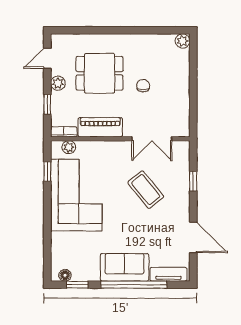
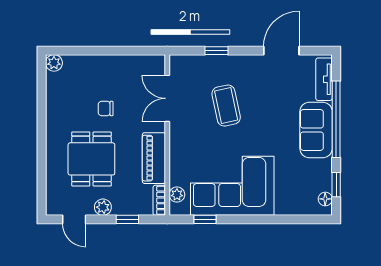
double door: (152, 139) -> (167, 98), swing flipped
coffee table: (146, 190) -> (226, 106), turned -63

